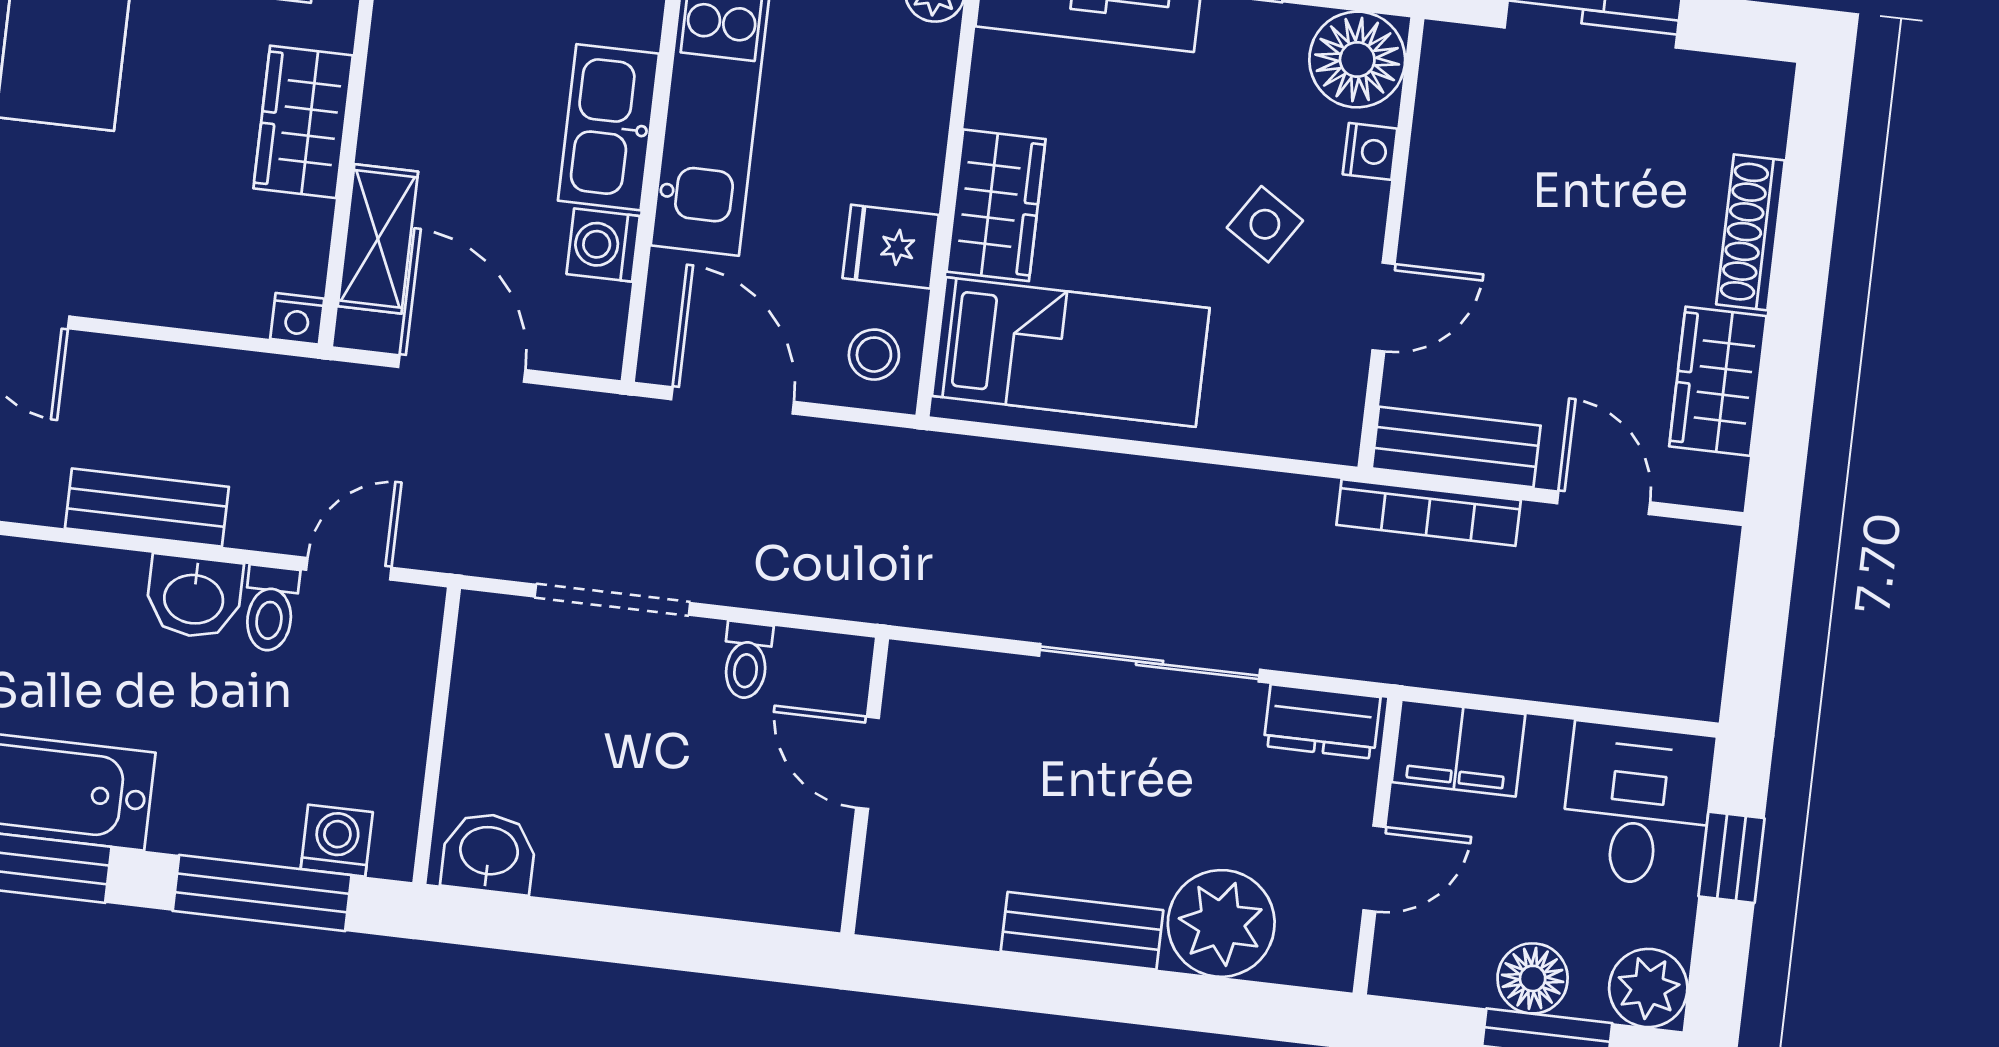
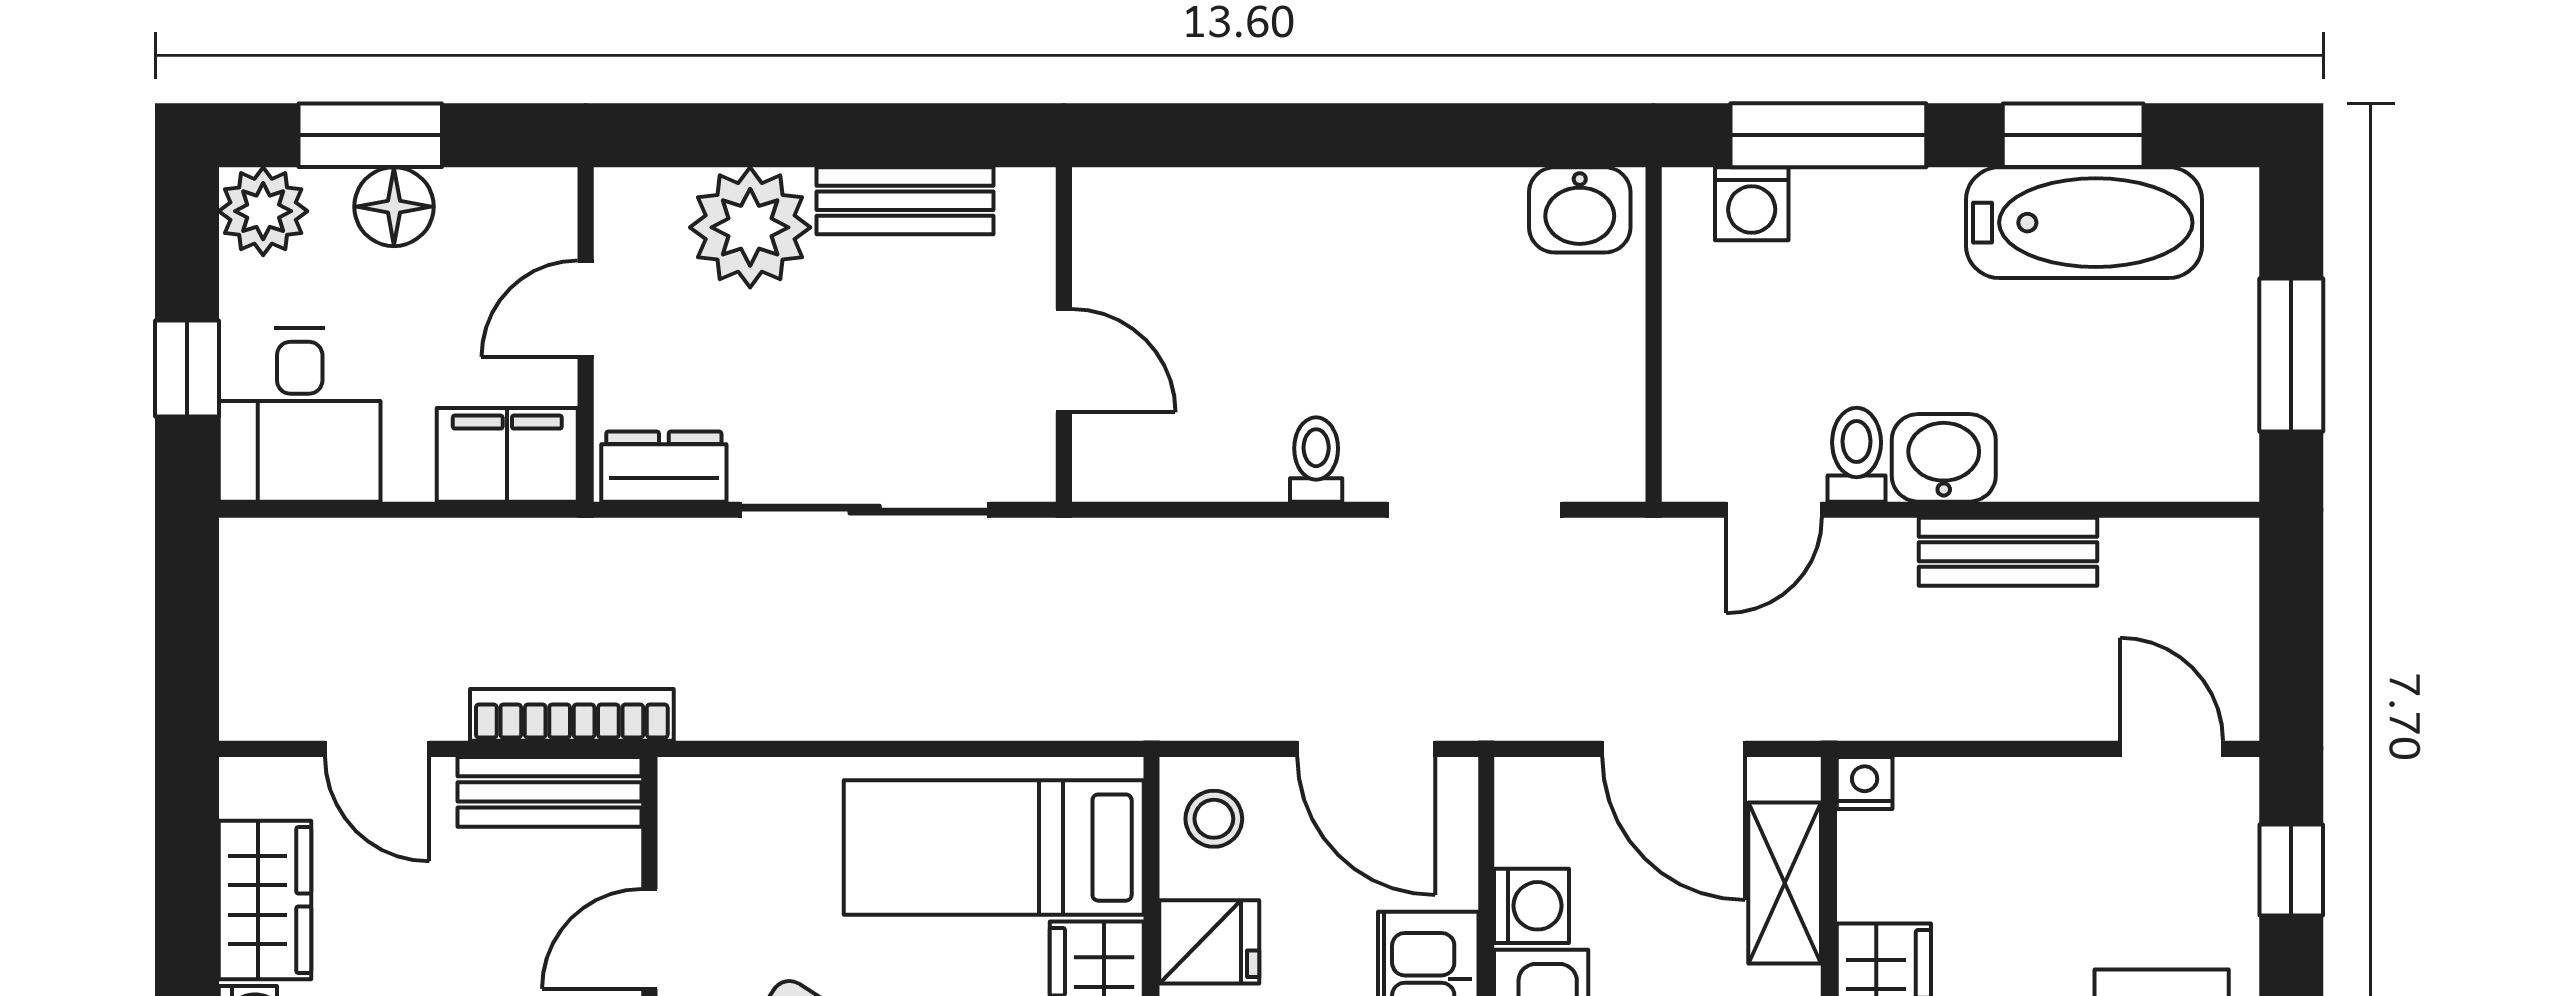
door: (867, 763) -> (1064, 361), moved
wall: (865, 786) -> (1064, 334), moved

